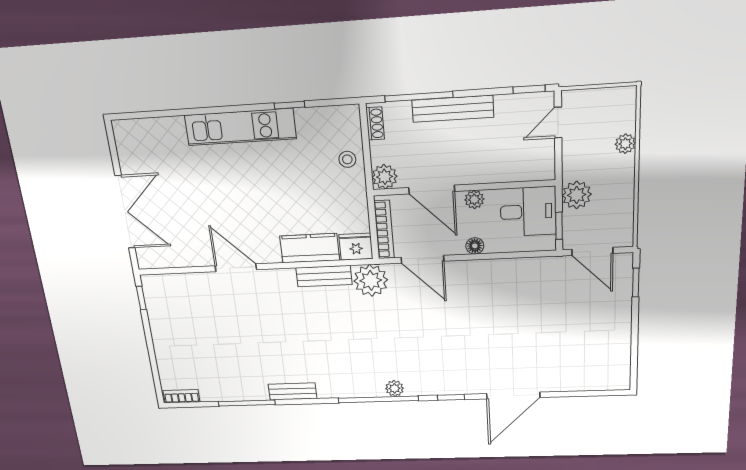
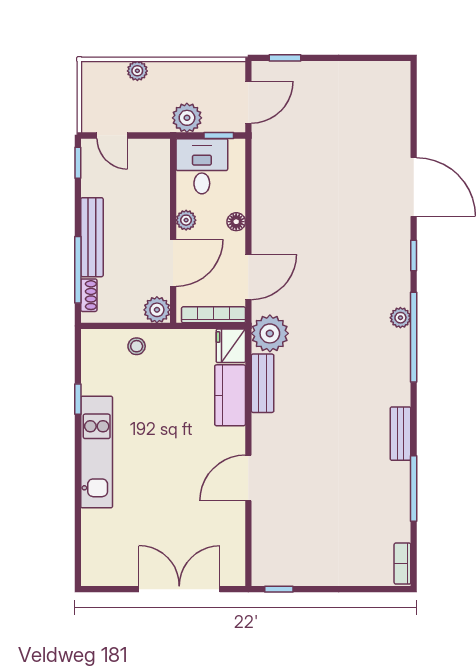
shoe rack: (375, 124) -> (89, 295), moved, turned 90

